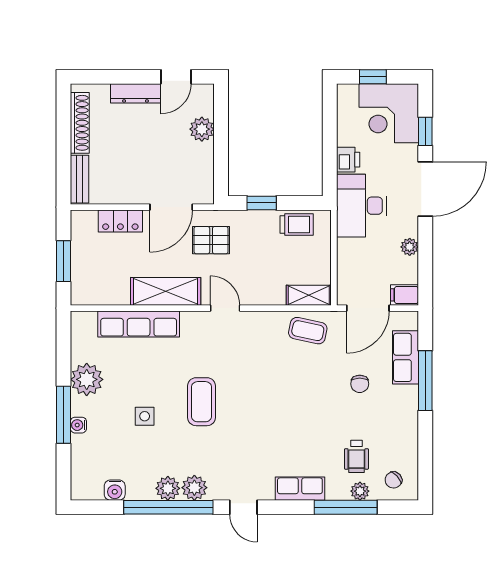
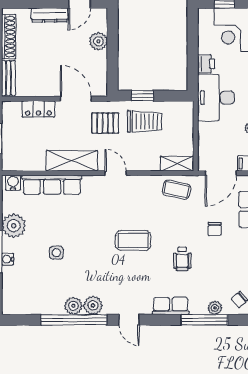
door: (171, 207) -> (76, 99), swing flipped
trolley: (297, 225) -> (145, 121), moved, width x1.36, depth x1.39
coffee table: (202, 402) -> (133, 240), moved, turned 90
wheelchair: (356, 456) -> (182, 259), moved
water cooler: (115, 490) -> (13, 183), moved, turned 180

